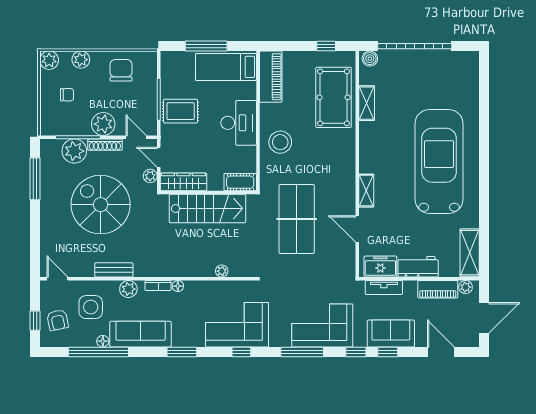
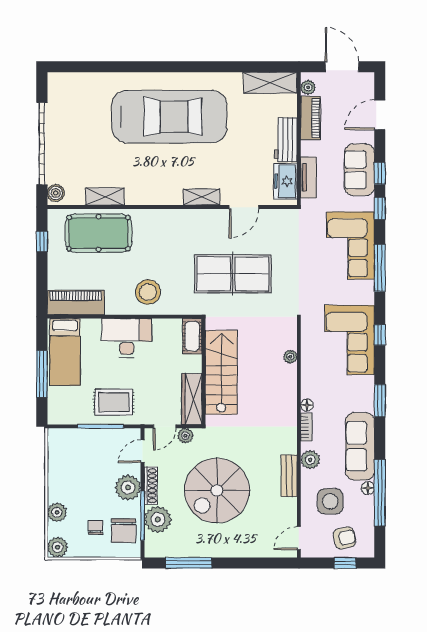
chair: (121, 70) -> (124, 531), moved, turned -90
rug: (181, 111) -> (114, 402), turned 90
car: (439, 161) -> (169, 117), turned 180

